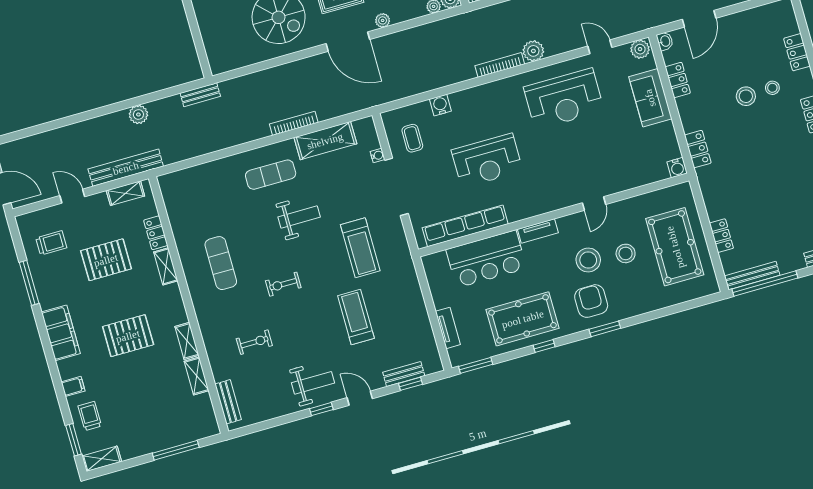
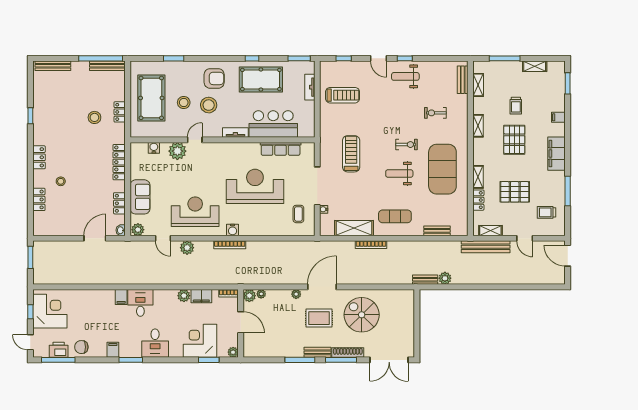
door: (348, 42) -> (322, 287), hinge flipped
plant: (533, 51) -> (187, 248), moved
stool: (746, 96) -> (94, 117), moved
water cooler: (440, 105) -> (233, 230), moved
plant: (138, 115) -> (445, 278), moved
locker: (698, 149) -> (119, 162), width x1.53
reception desk: (487, 161) -> (255, 186), width x1.36, depth x1.30
water cooler: (677, 168) -> (154, 148), moved
plant: (615, 180) -> (177, 151), added
weight bench: (299, 217) -> (399, 173), moved
row of seats: (465, 226) -> (281, 149), width x0.73
locker: (721, 236) -> (120, 112), moved
exercise mat: (221, 263) -> (442, 169), width x2.00, depth x1.45
armchair: (591, 301) -> (214, 78), turned -90
treadmill: (356, 317) -> (343, 95), moved, turned -90
window: (605, 329) -> (174, 58), moved
pallet: (128, 336) -> (514, 140), turned 90
bench: (404, 374) -> (437, 231), moved
shelving: (197, 376) -> (478, 85), moved
trolley: (90, 416) -> (516, 106), moved
shelving: (102, 459) -> (535, 66), moved

